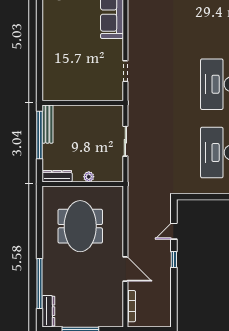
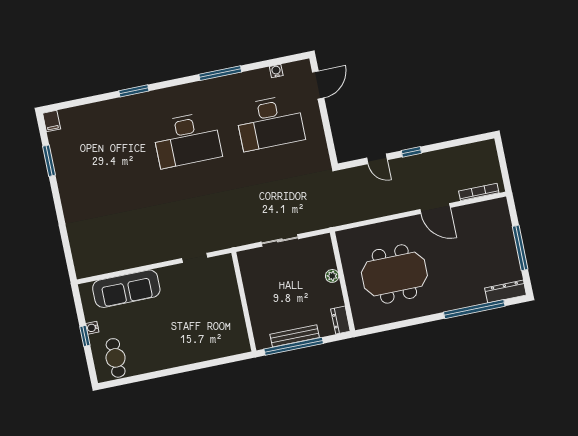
bench: (47, 124) -> (295, 336), moved
dresser: (57, 176) -> (340, 320), width x0.70
door: (125, 269) -> (435, 209), swing flipped

